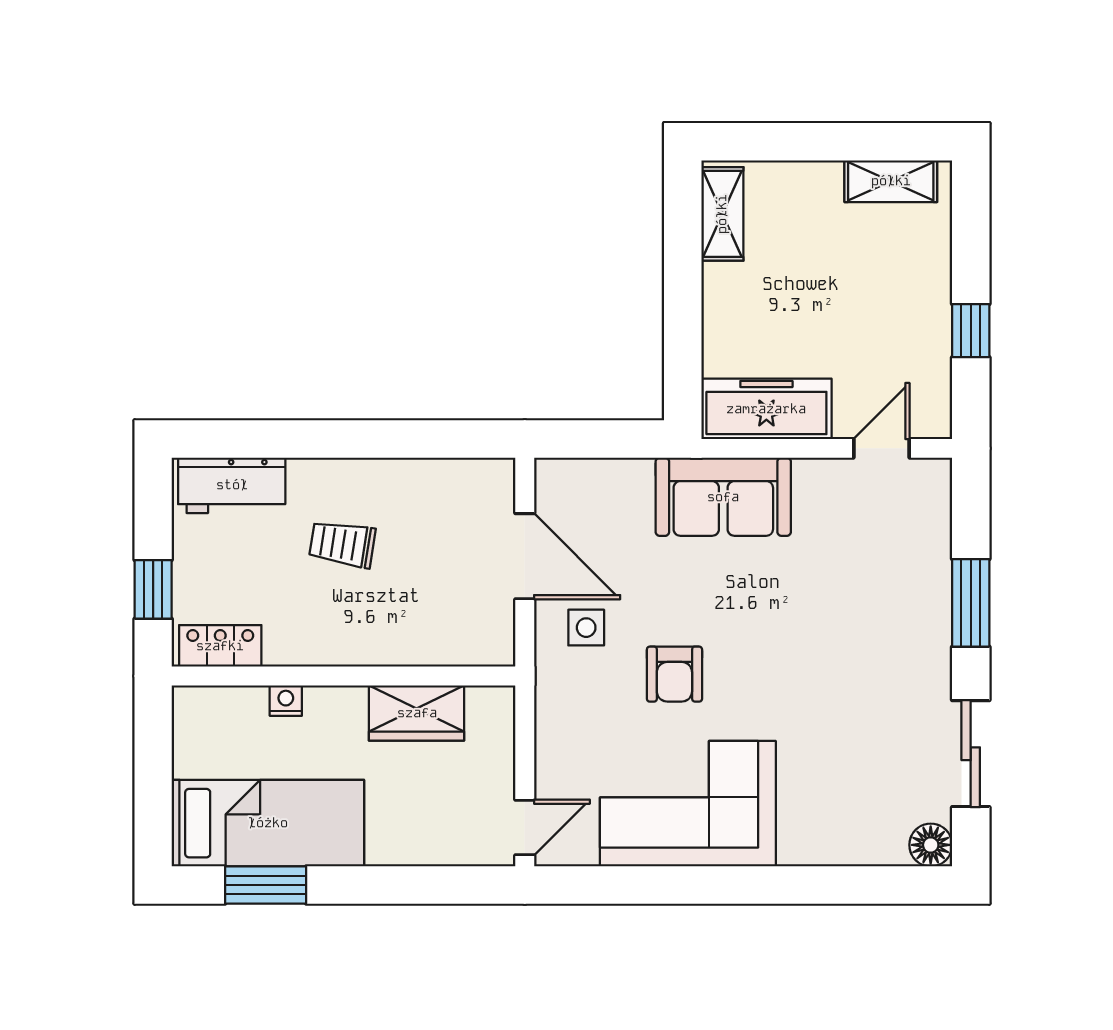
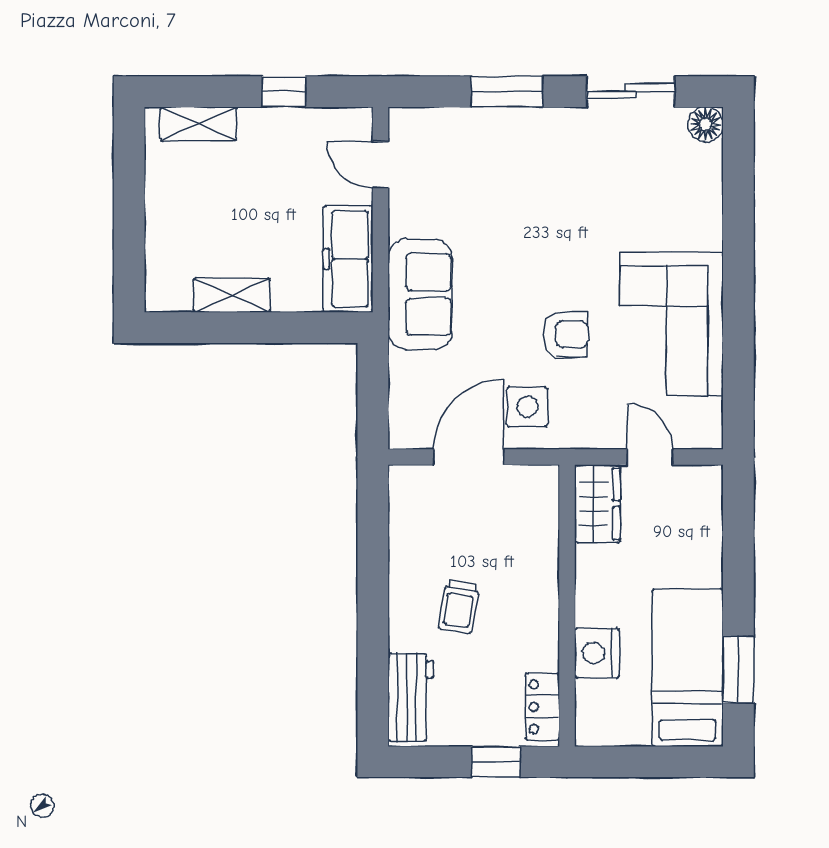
shelving: (891, 181) -> (198, 124), moved, turned 90
shelving: (722, 214) -> (232, 295), moved
side table: (586, 628) -> (527, 407), width x1.37, depth x1.37
nightstand: (286, 701) -> (597, 653), width x1.89, depth x1.79
wardrobe: (417, 713) -> (597, 504), moved
door: (525, 827) -> (650, 457), moved

